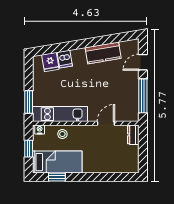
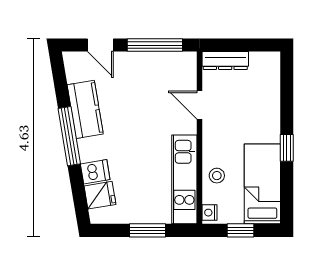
window: (87, 43) -> (69, 136), added
window: (29, 102) -> (148, 230), moved
dresser: (133, 135) -> (225, 61), width x1.44
window: (57, 177) -> (287, 148), moved

